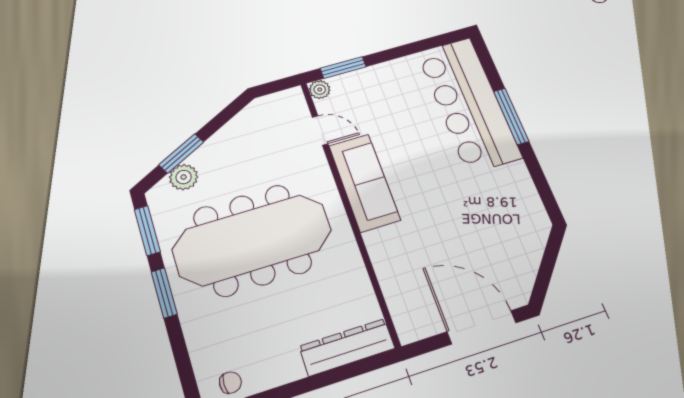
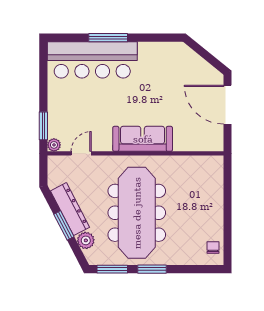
window: (181, 153) -> (64, 225), moved
sofa: (364, 183) -> (143, 139), moved
door: (482, 327) -> (227, 105), hinge flipped
dresser: (347, 347) -> (70, 209), moved, turned 152

